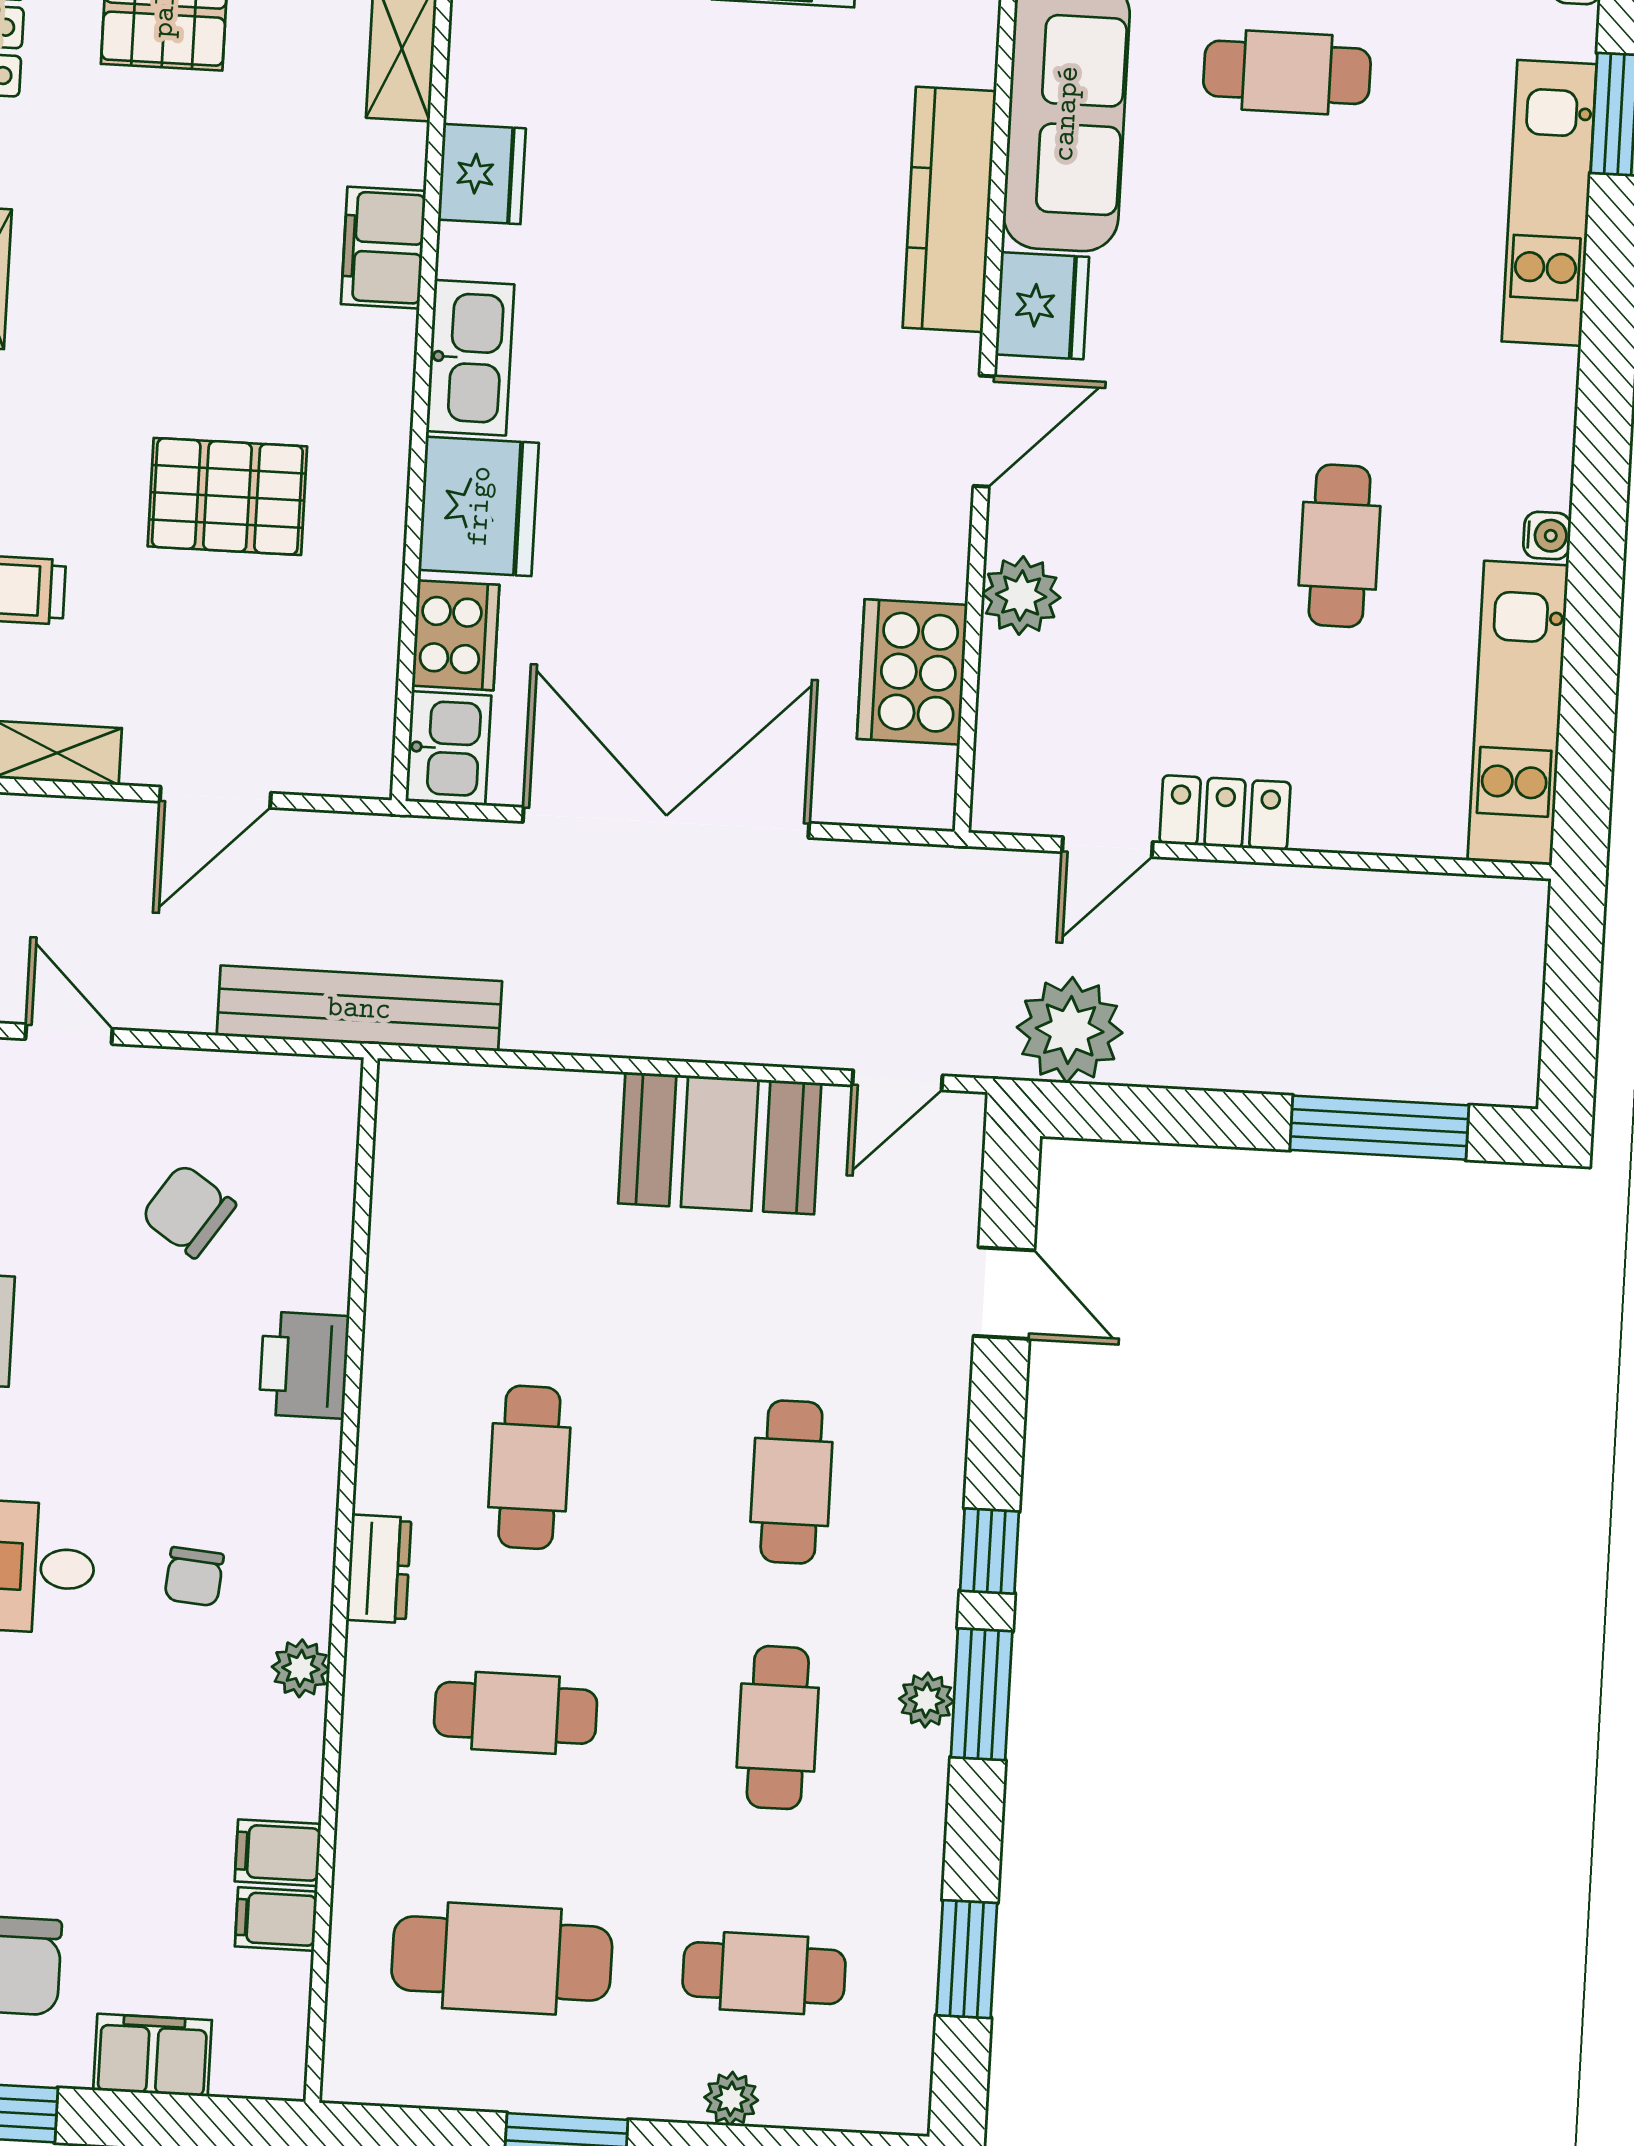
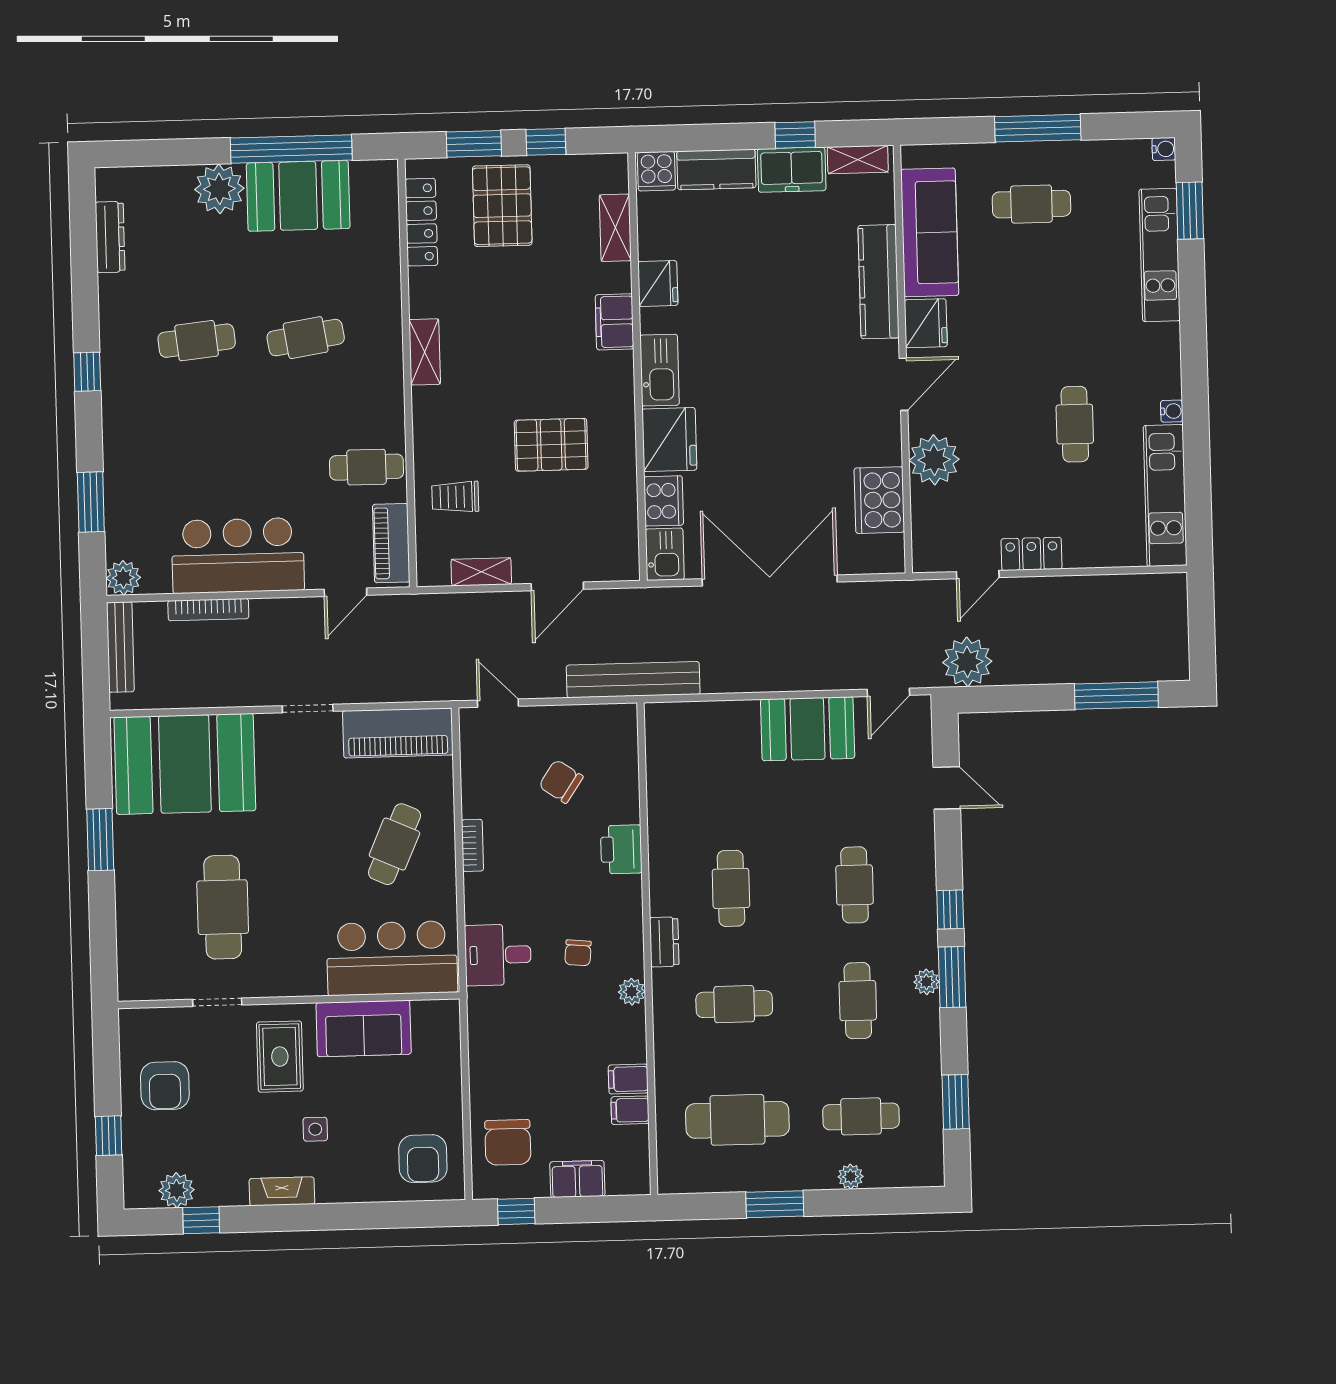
plant: (1021, 596) -> (934, 460), width x1.36, depth x1.36

